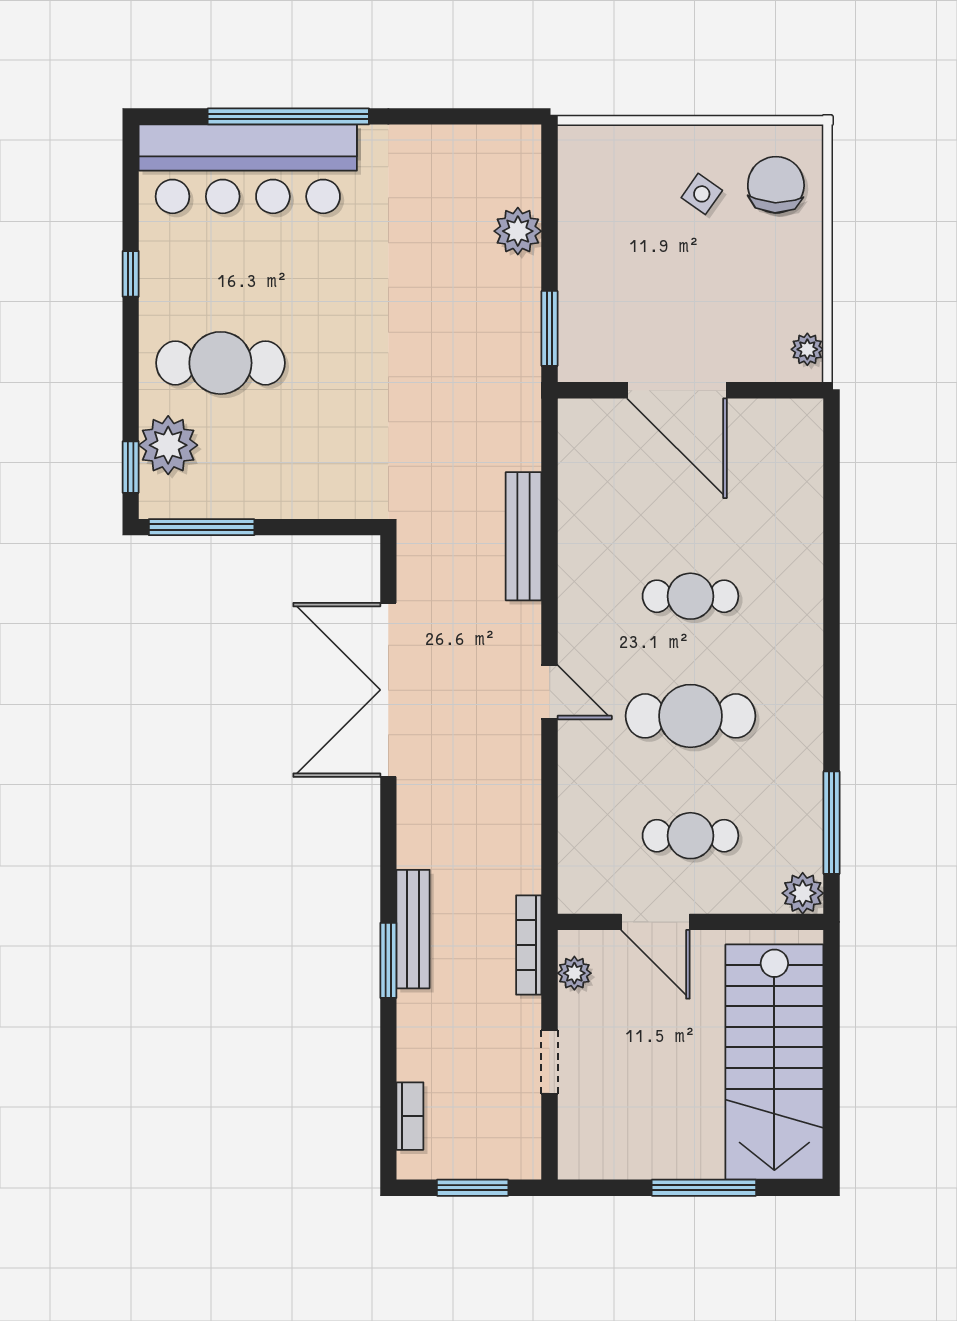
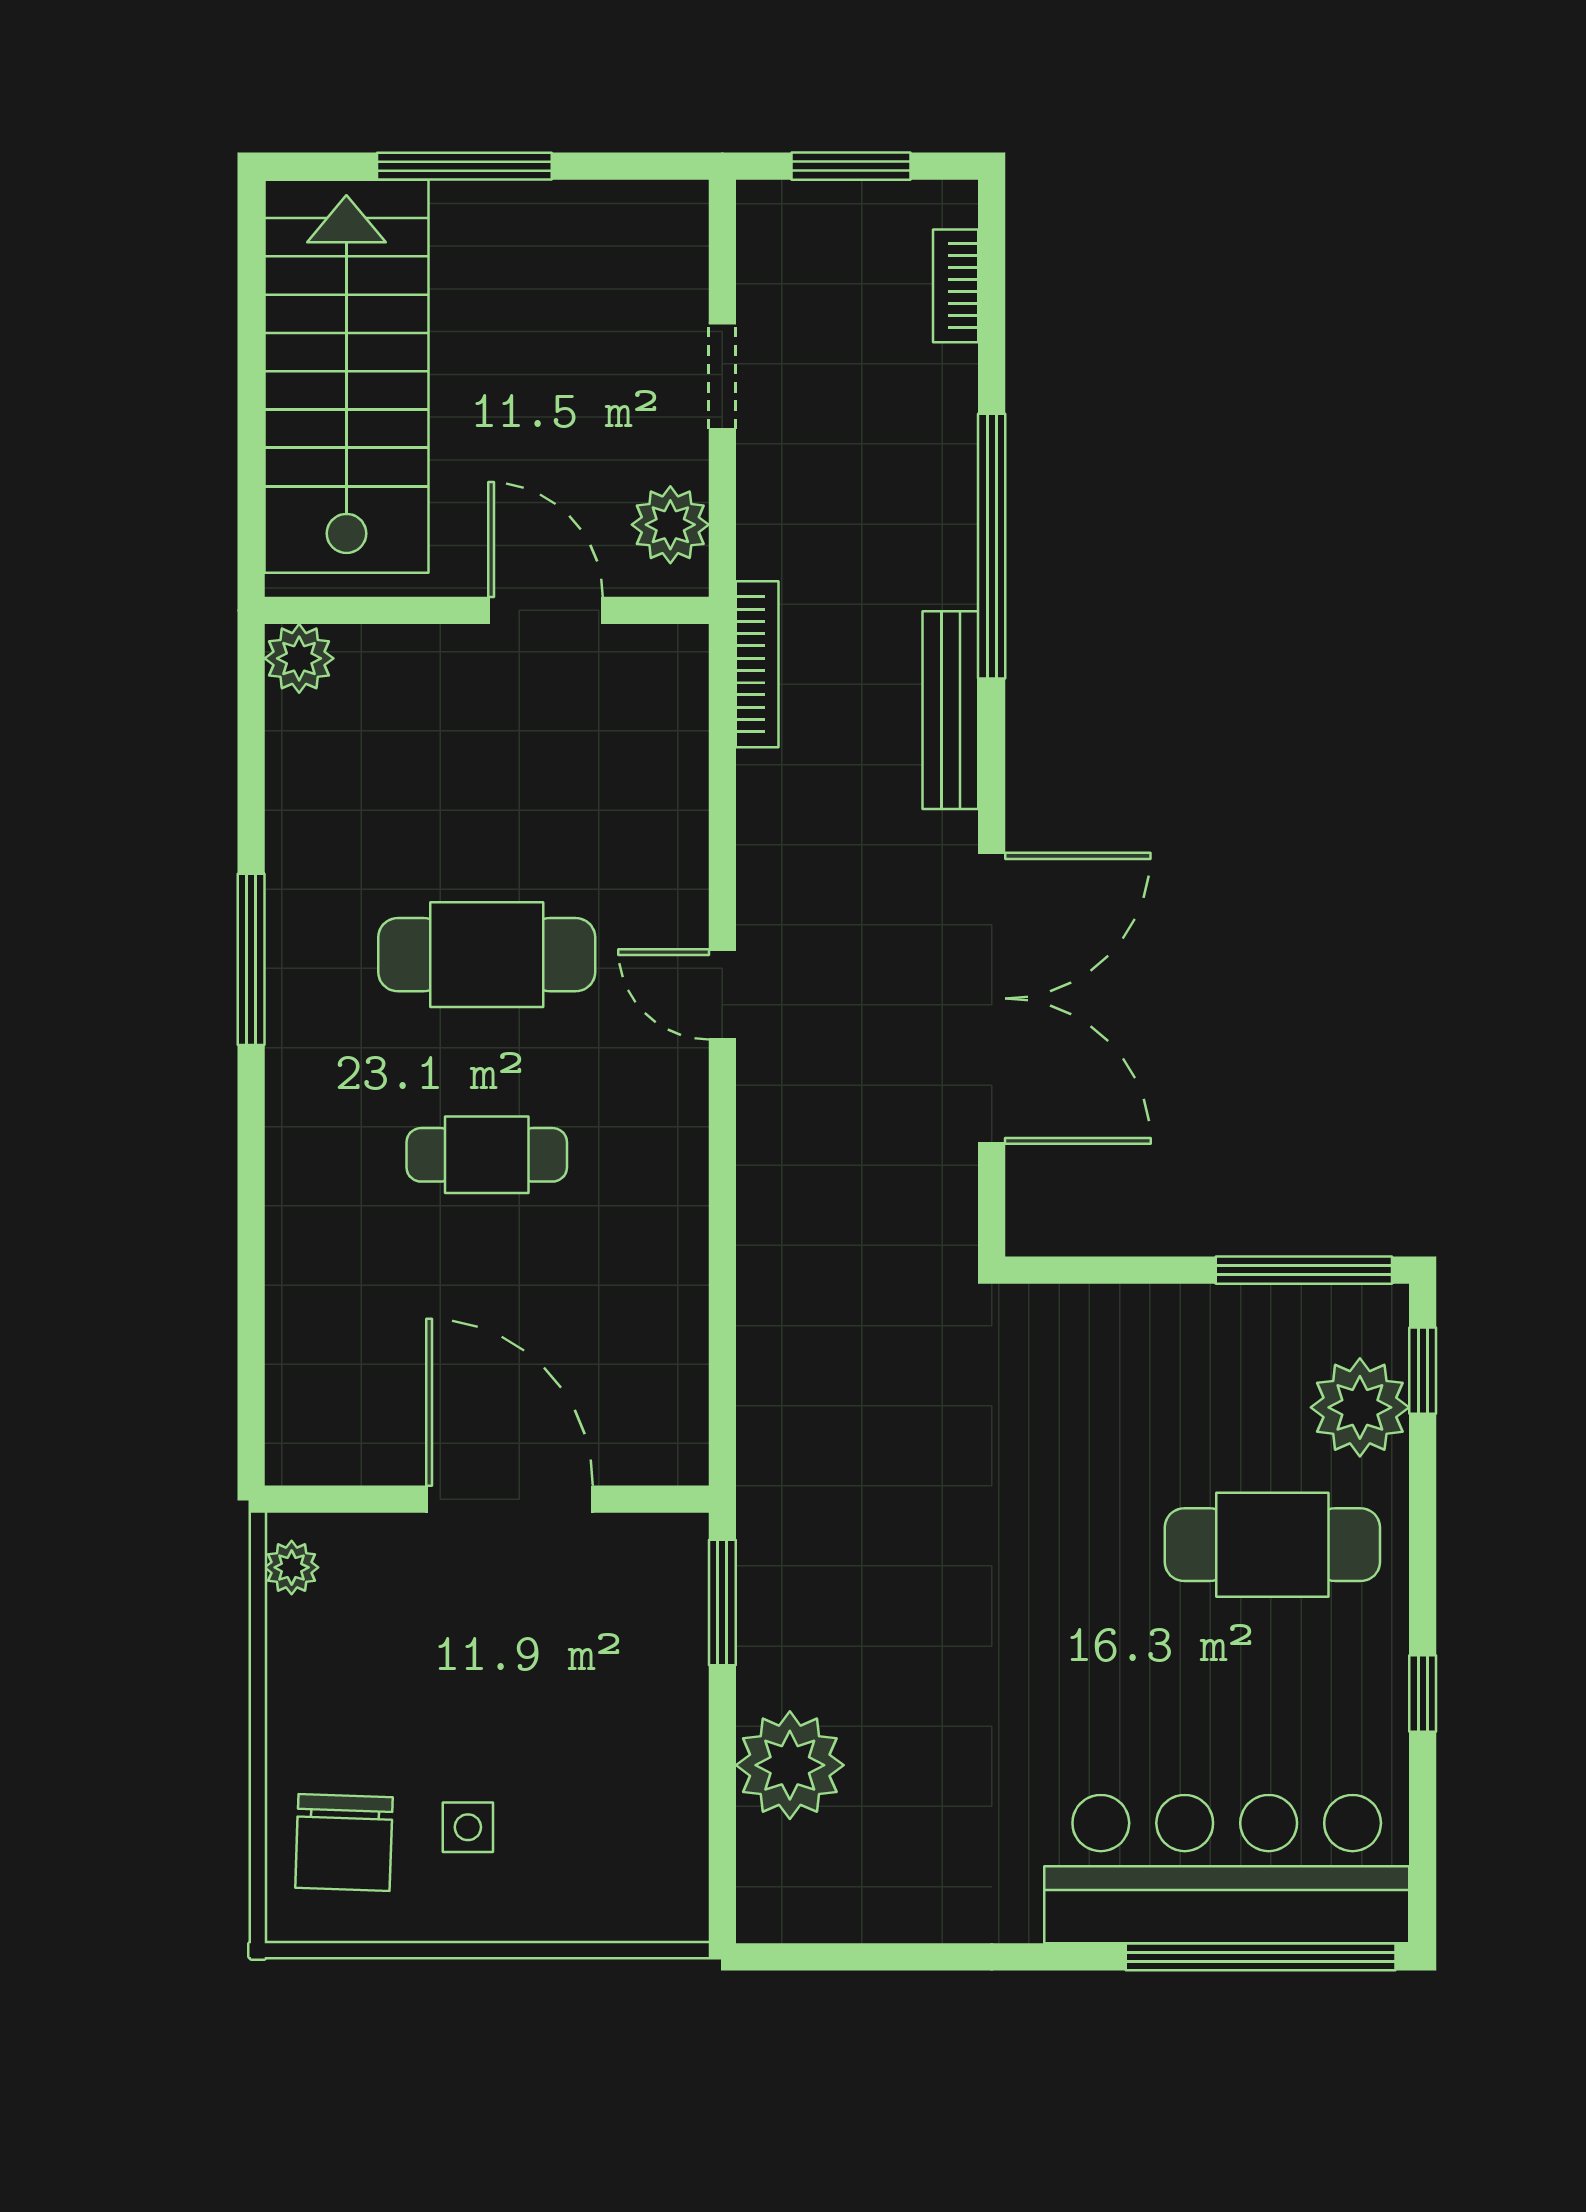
window: (288, 116) -> (1261, 1957), moved
side table: (702, 194) -> (468, 1827), turned -35
plant: (518, 231) -> (790, 1765), width x1.36, depth x1.36
bench: (524, 536) -> (766, 1255), removed
window: (831, 823) -> (251, 959), moved
cafe table: (690, 836) -> (487, 755), removed
bench: (413, 929) -> (950, 710), moved
bookcase: (529, 945) -> (757, 664), moved
window: (388, 960) -> (992, 546), width x2.11
plant: (574, 973) -> (670, 525), width x1.38, depth x1.38

